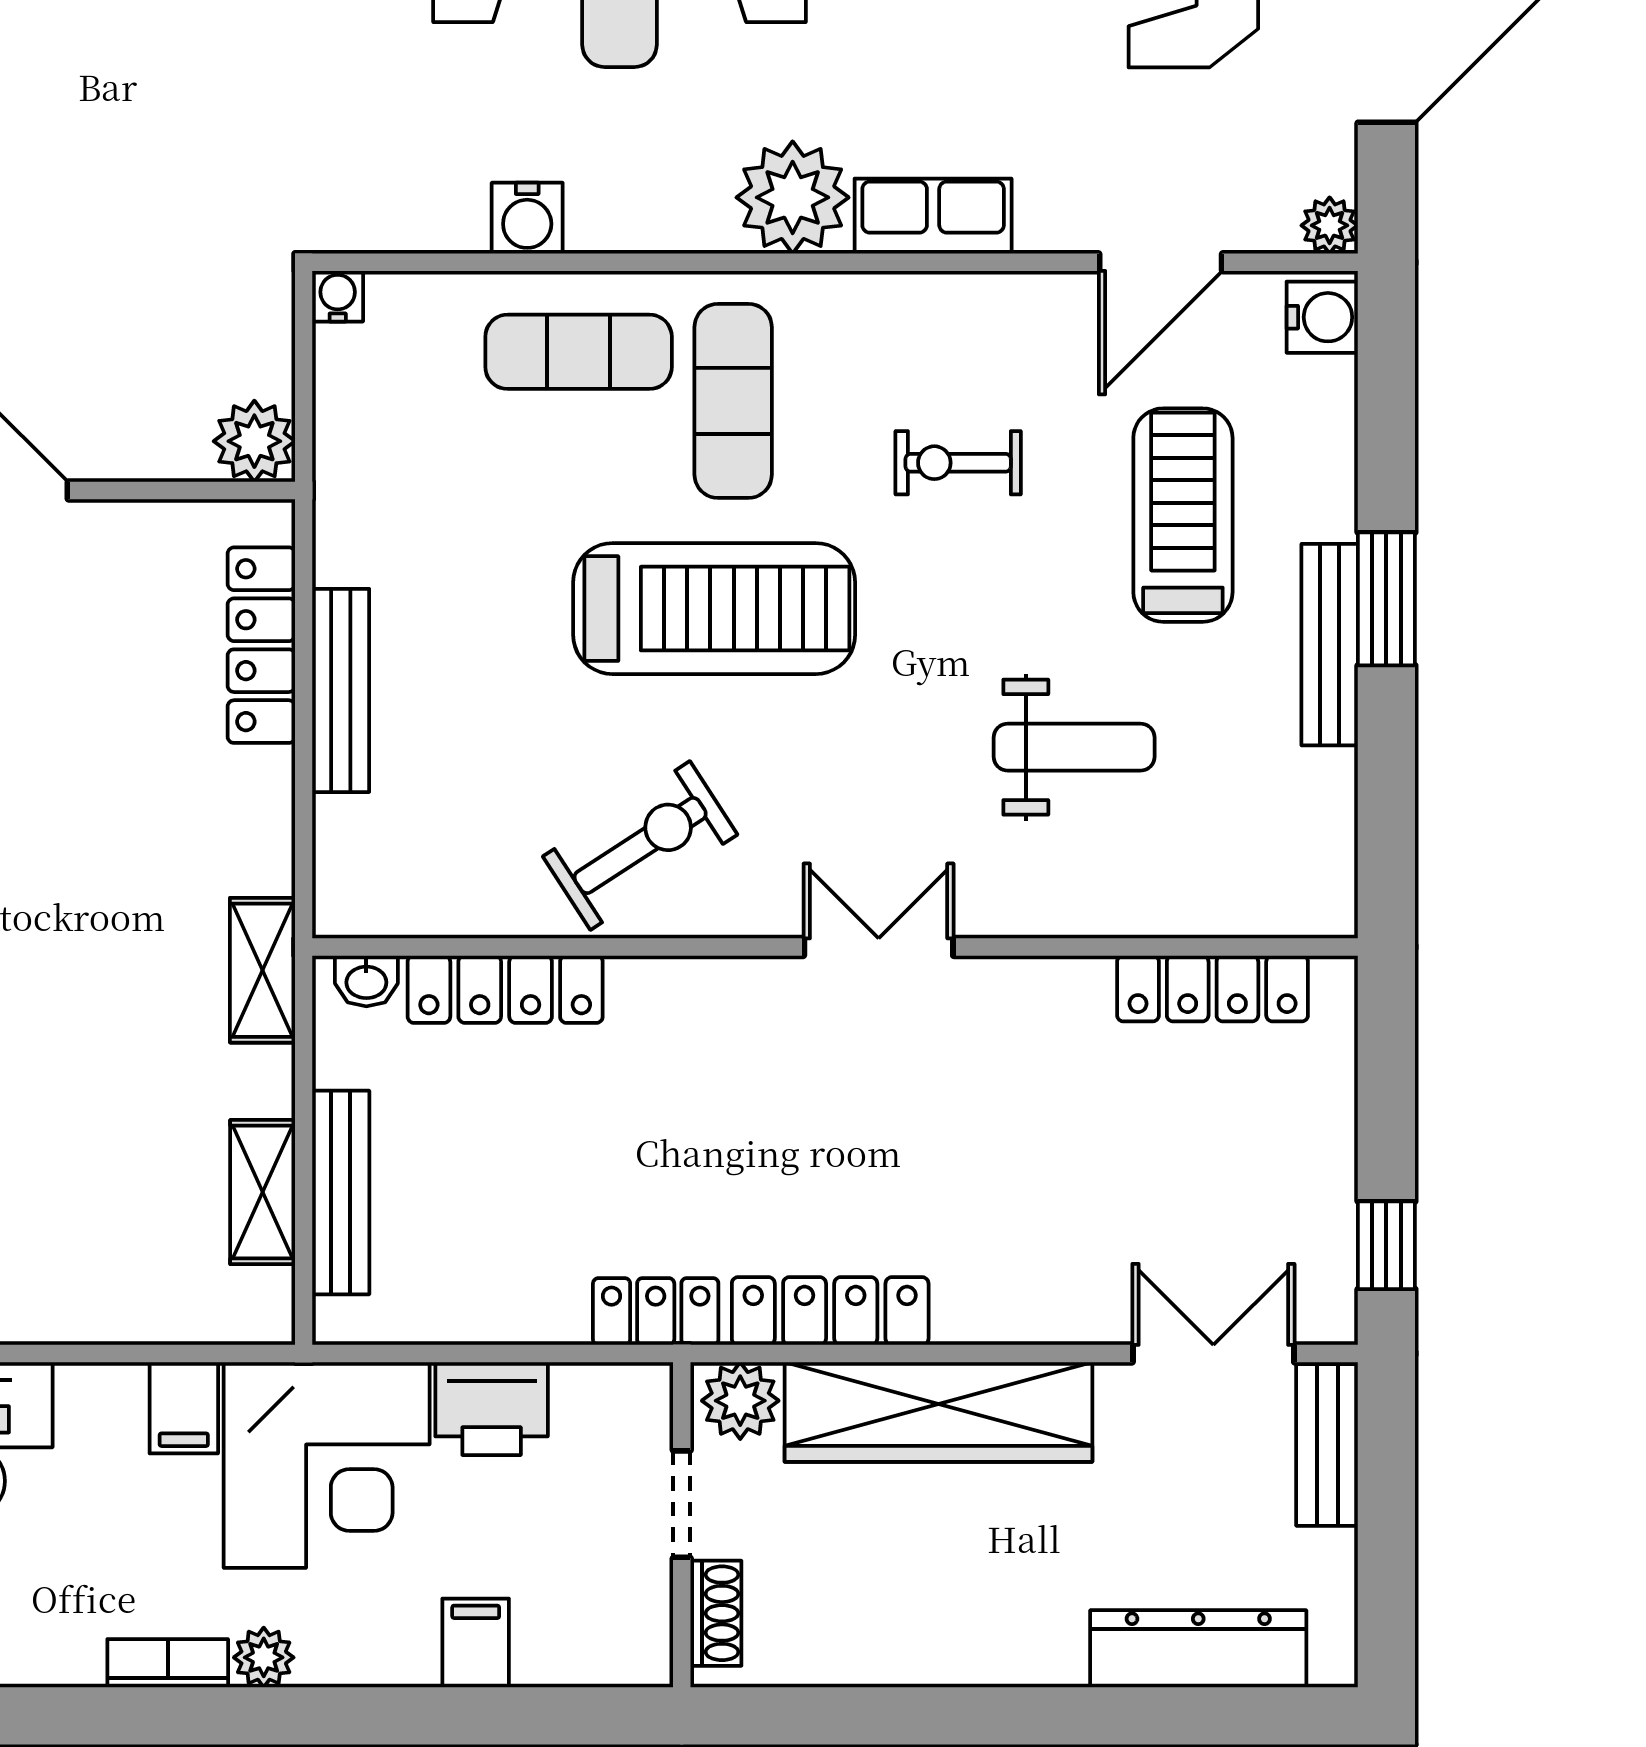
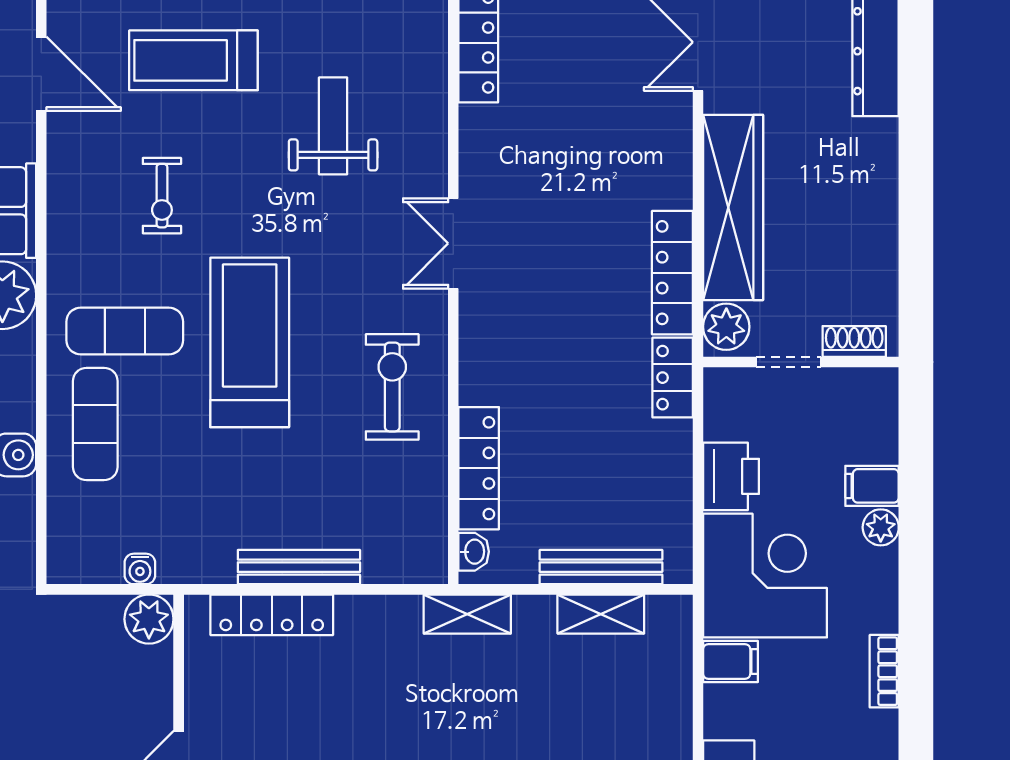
water cooler: (338, 296) -> (140, 569), moved, turned -90
exercise bike: (640, 846) -> (392, 387), turned 33
plant: (264, 1657) -> (881, 527), moved

